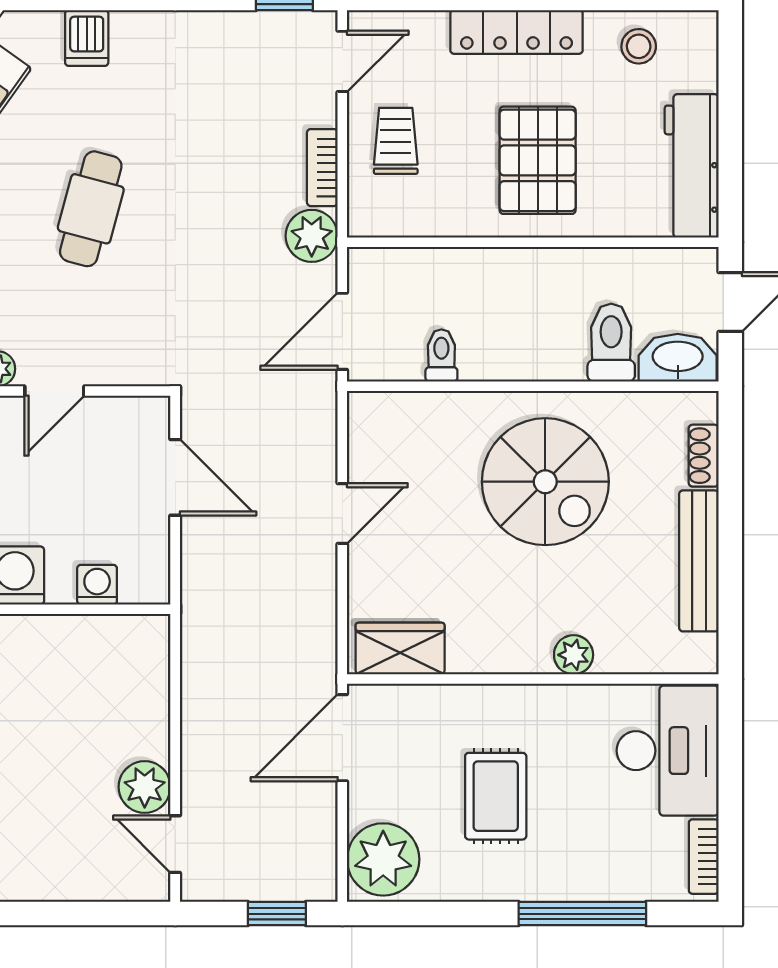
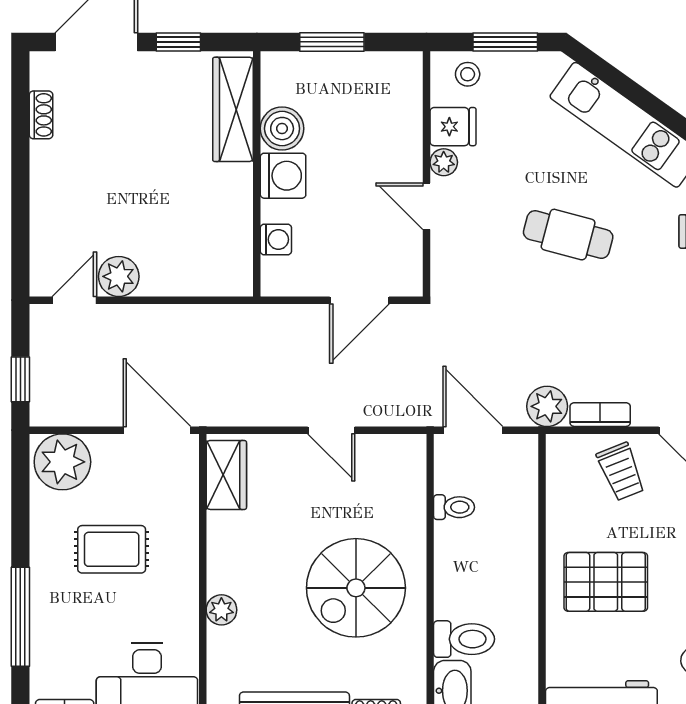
trolley: (396, 141) -> (621, 472), turned 68

